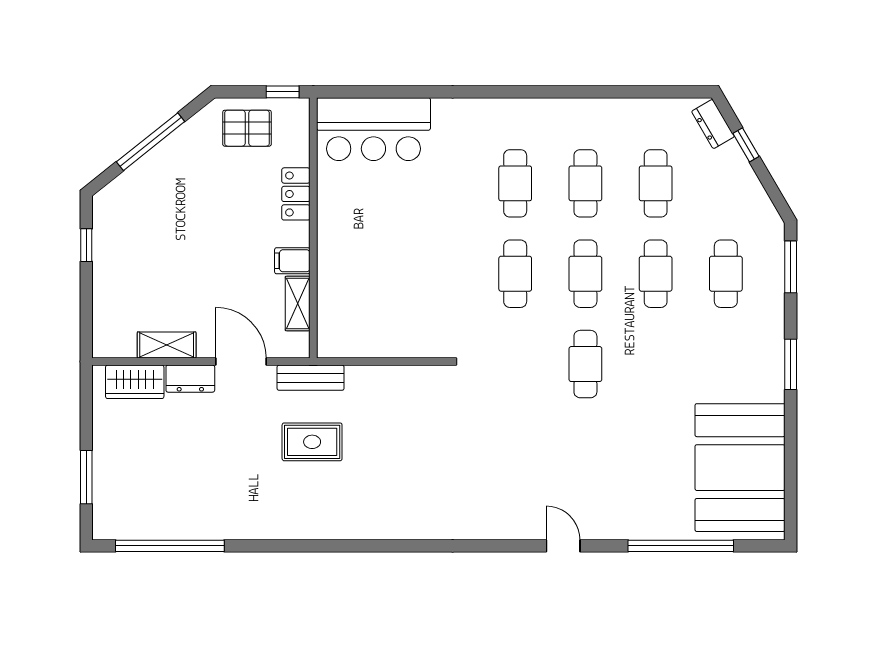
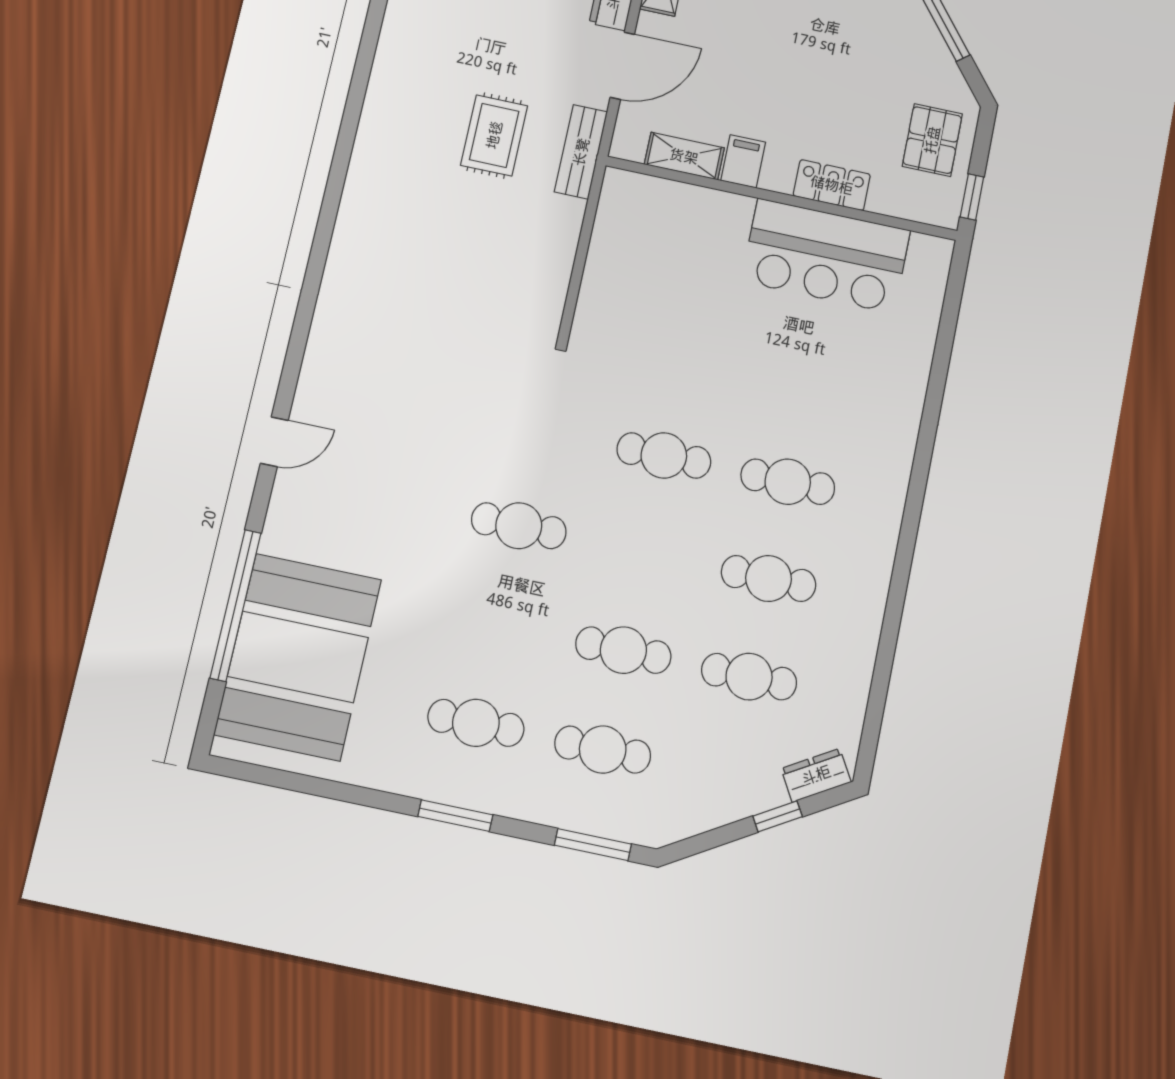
bar counter: (373, 129) -> (826, 256), moved, turned -90
cafe table: (585, 274) -> (476, 723), moved
booth: (740, 468) -> (298, 657), moved, turned 90

